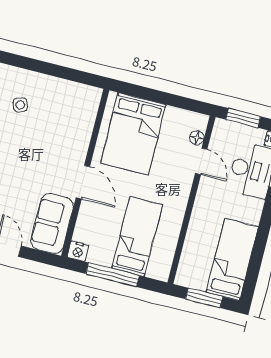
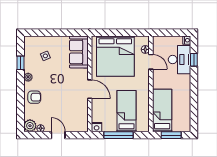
window: (243, 118) -> (168, 33), removed
bed: (133, 134) -> (115, 56), width x1.36
sofa: (52, 224) -> (79, 52), moved
bed: (232, 260) -> (162, 111), moved

